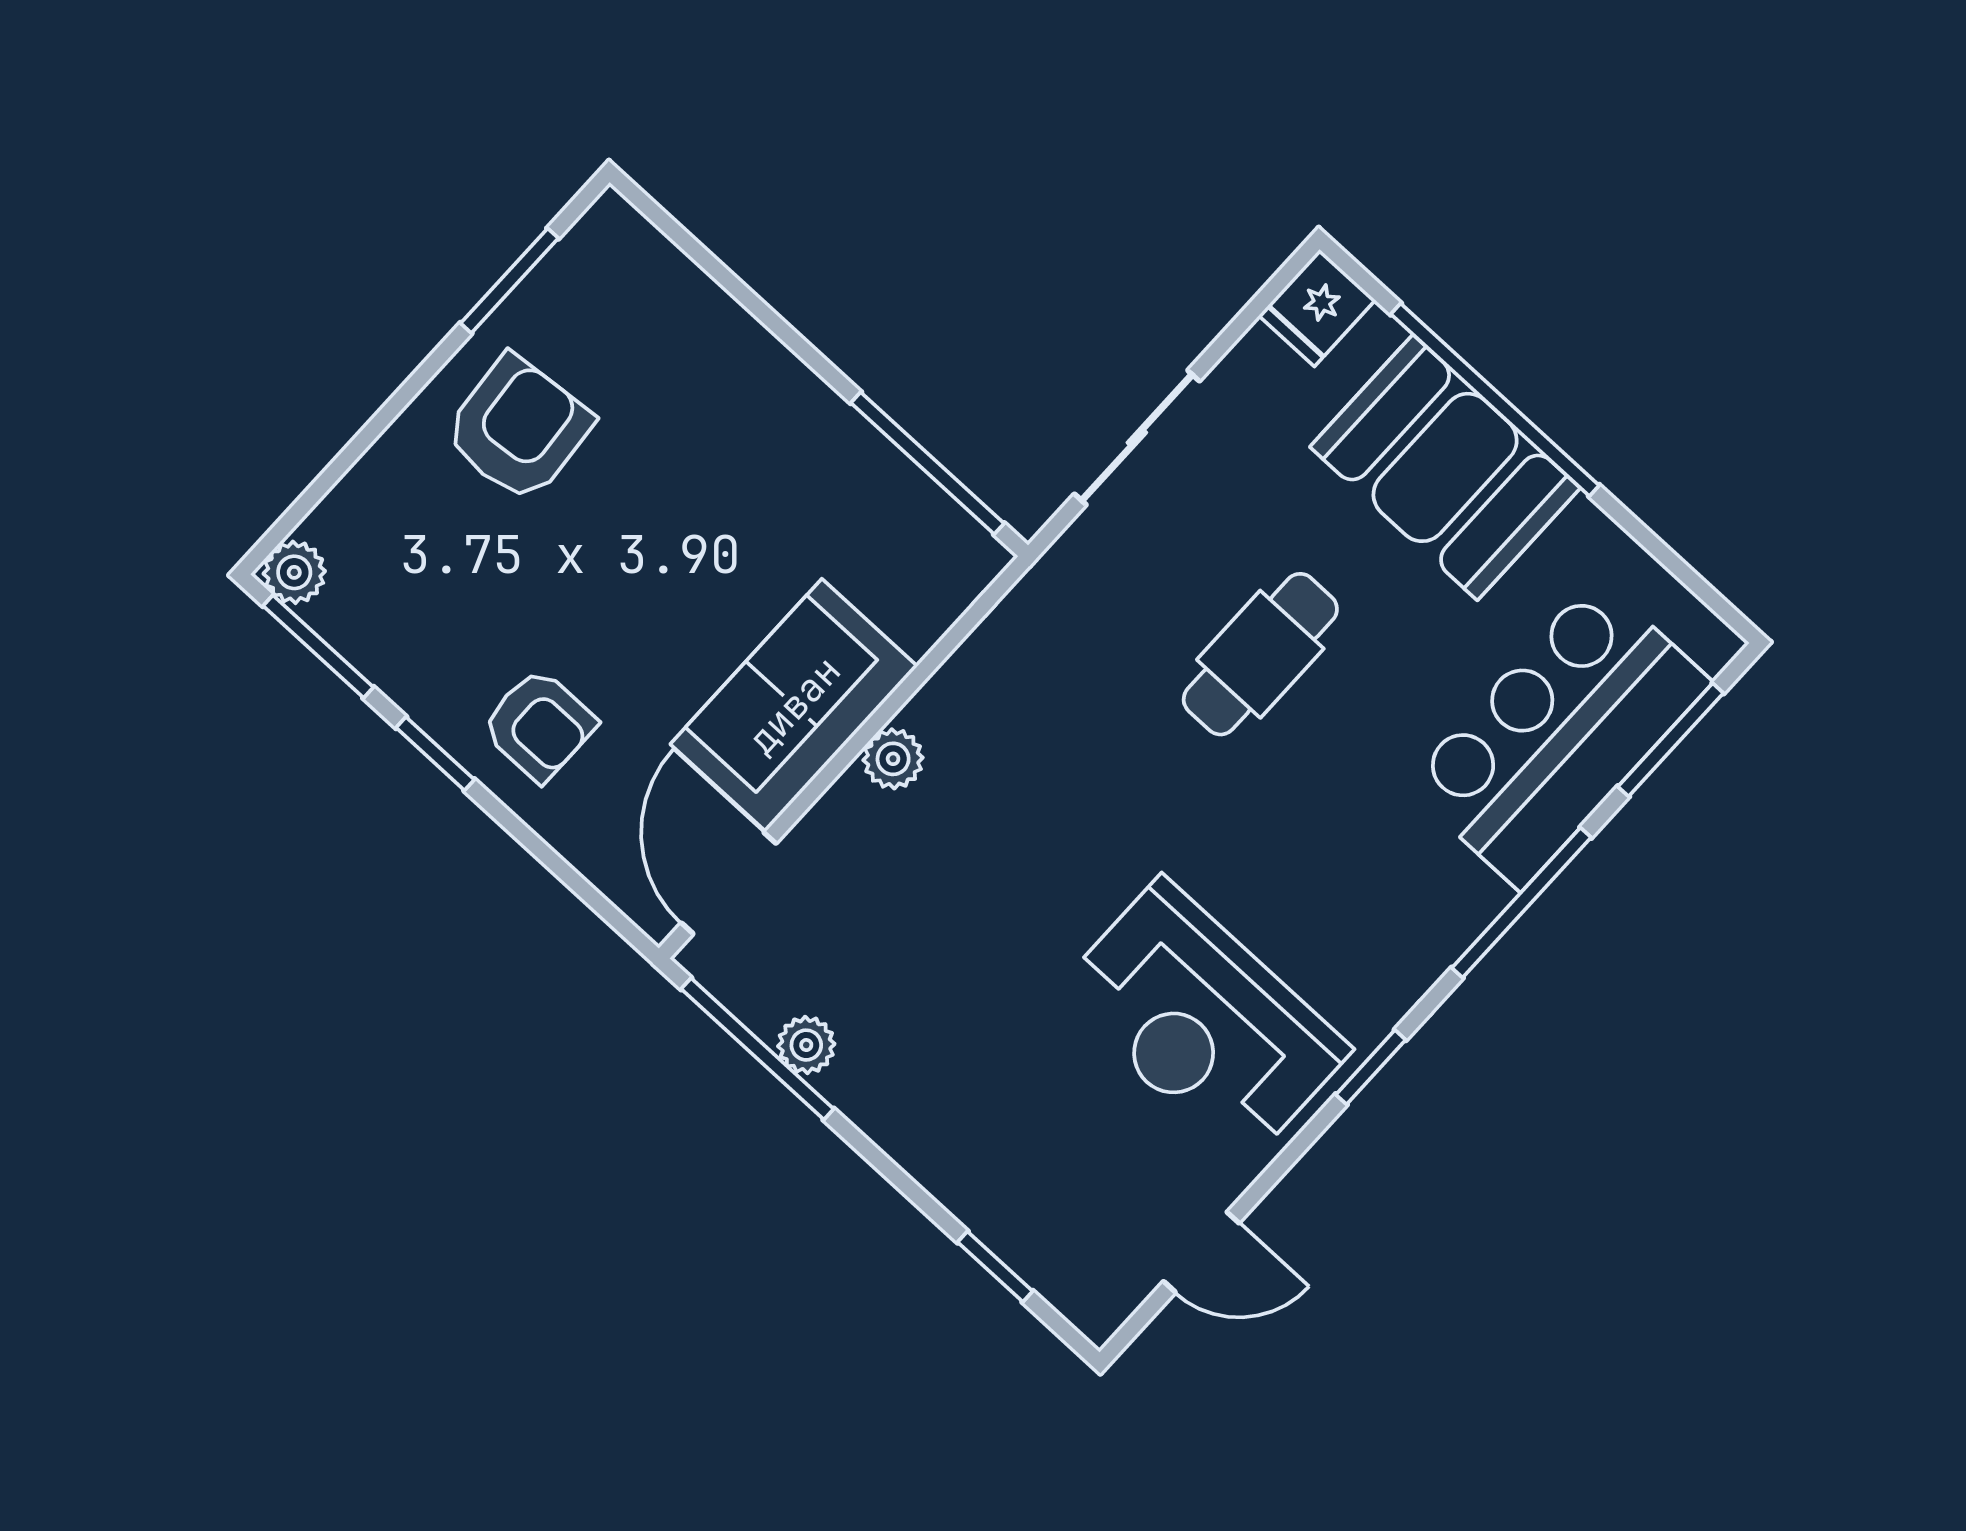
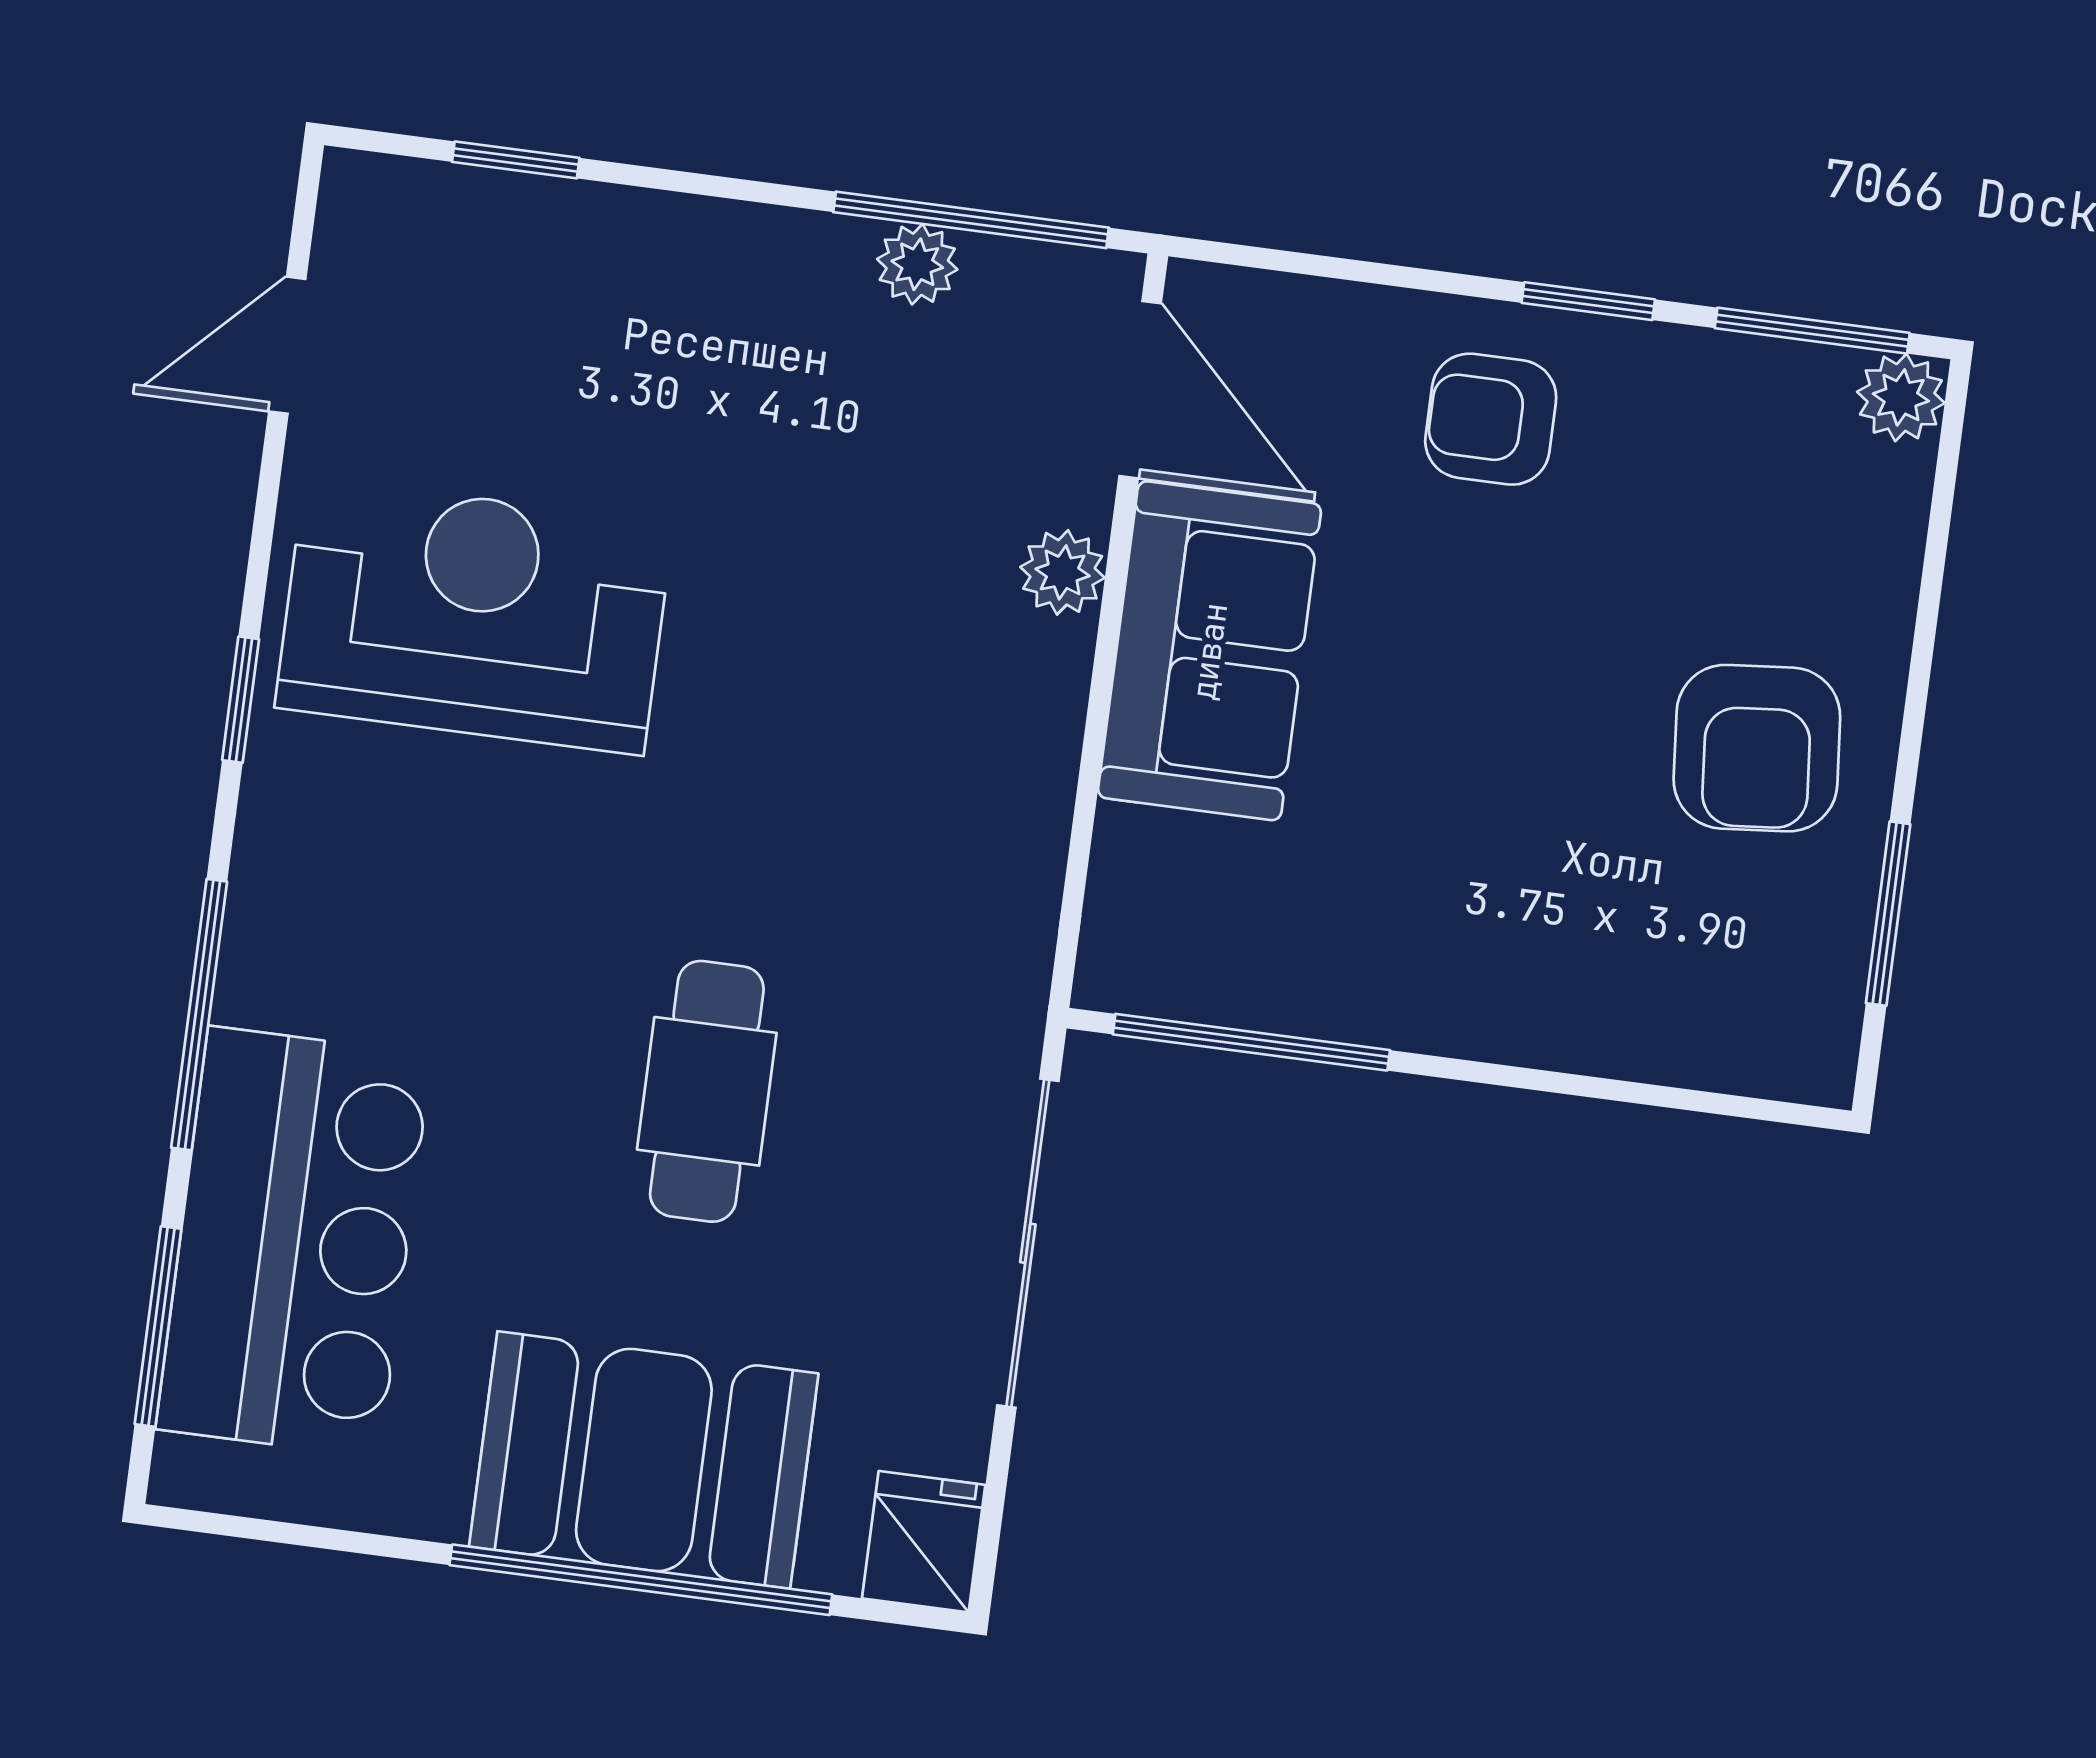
sliding door: (1137, 438) -> (1028, 1243), width x1.37
plant: (893, 759) -> (1063, 572), moved

